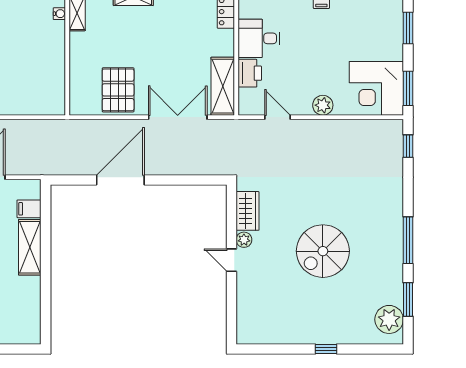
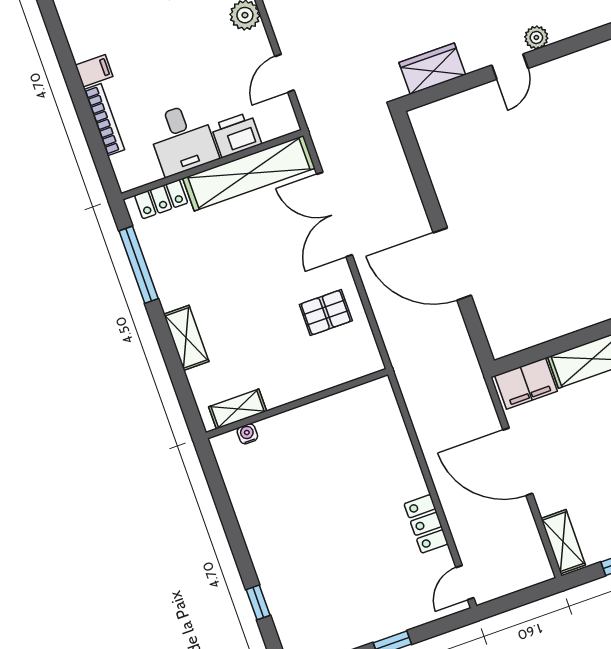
shelving: (223, 86) -> (249, 173), width x1.47
pallet: (118, 90) -> (326, 313), width x0.67, depth x0.71
filing cabinet: (29, 209) -> (526, 383), width x2.00
plant: (244, 240) -> (536, 37), moved

